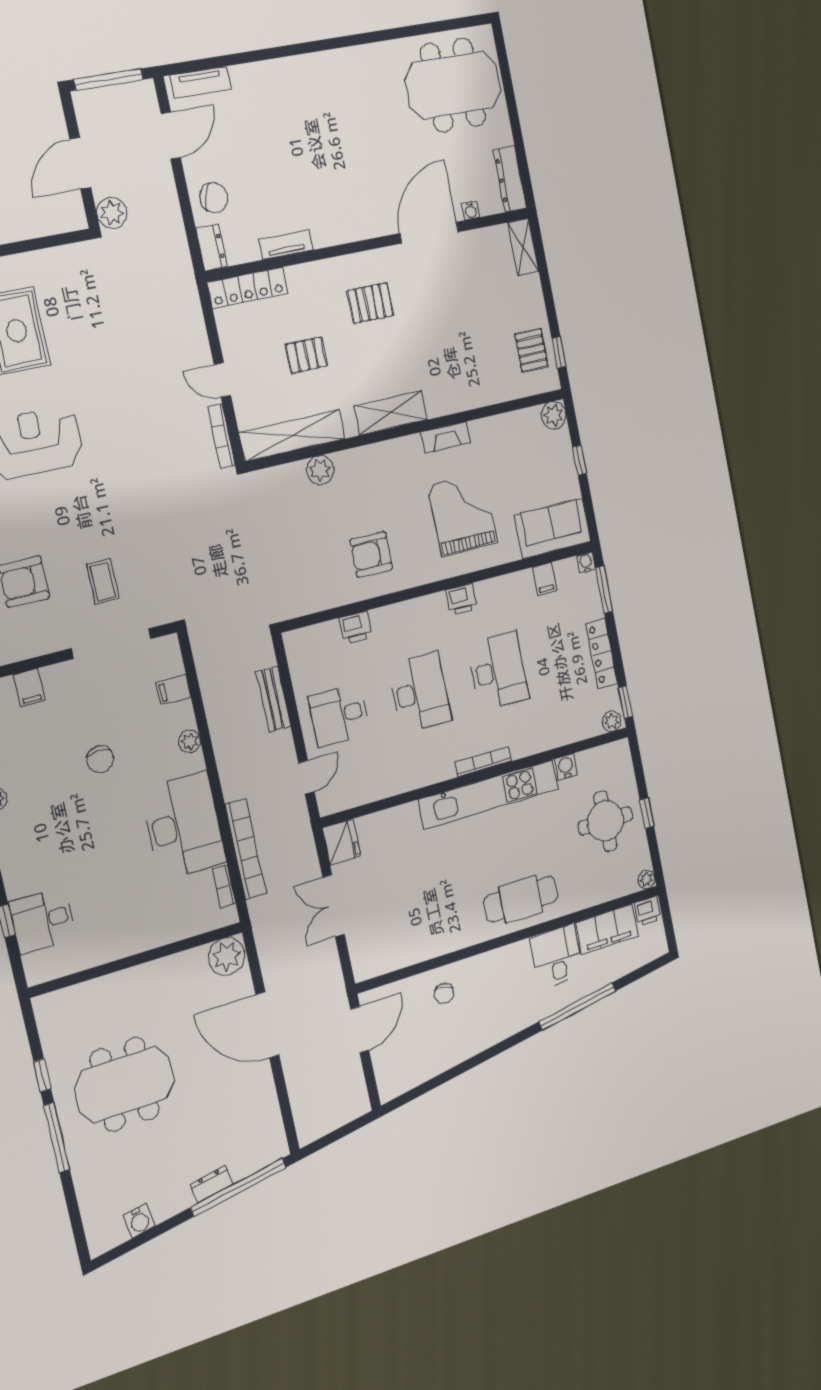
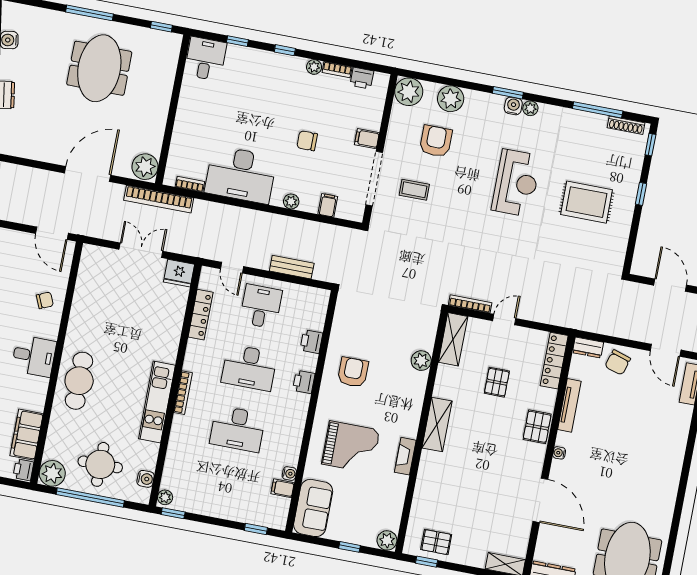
water cooler: (471, 210) -> (559, 453), moved
plant: (112, 213) -> (633, 292), removed
tv unit: (286, 245) -> (569, 405), width x1.41
pallet: (370, 303) -> (537, 427), moved
shelving: (292, 436) -> (453, 339), width x0.68
water cooler: (586, 562) -> (289, 474), moved
window: (604, 589) -> (256, 529), width x0.67
printer: (461, 599) -> (304, 382), moved
locker: (602, 653) -> (201, 315), moved, turned 90
filing cabinet: (29, 688) -> (367, 139), moved
water cooler: (566, 767) -> (146, 479), moved
kitchen unit: (489, 794) -> (157, 402), width x0.73
window: (647, 813) -> (90, 497), width x3.17
bookcase: (246, 849) -> (159, 199), moved
plant: (647, 879) -> (52, 473), width x1.88, depth x1.88
desk: (43, 921) -> (205, 59), moved
desk: (557, 956) -> (34, 356), moved
chair: (444, 993) -> (45, 300), turned 146
window: (42, 1075) -> (161, 27), moved

